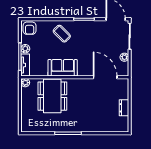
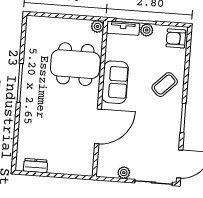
door: (105, 77) -> (98, 126), moved
dresser: (124, 108) -> (36, 166), moved

